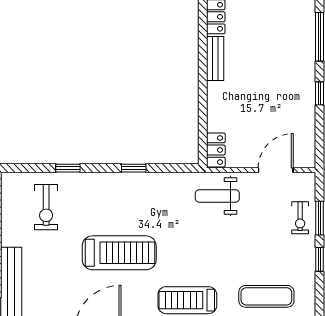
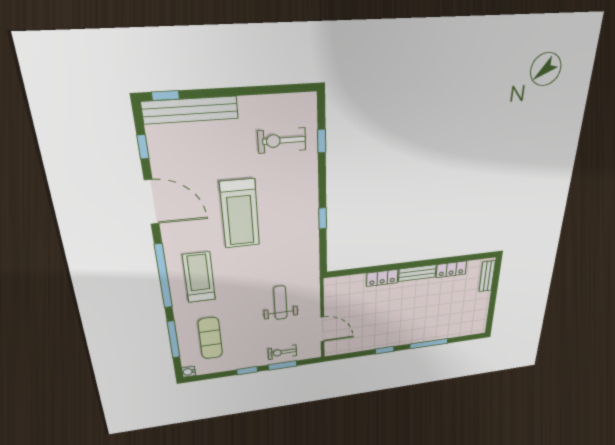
locker: (216, 150) -> (382, 278), moved
window: (68, 168) -> (322, 141), moved
weight bench: (217, 196) -> (280, 303), moved

